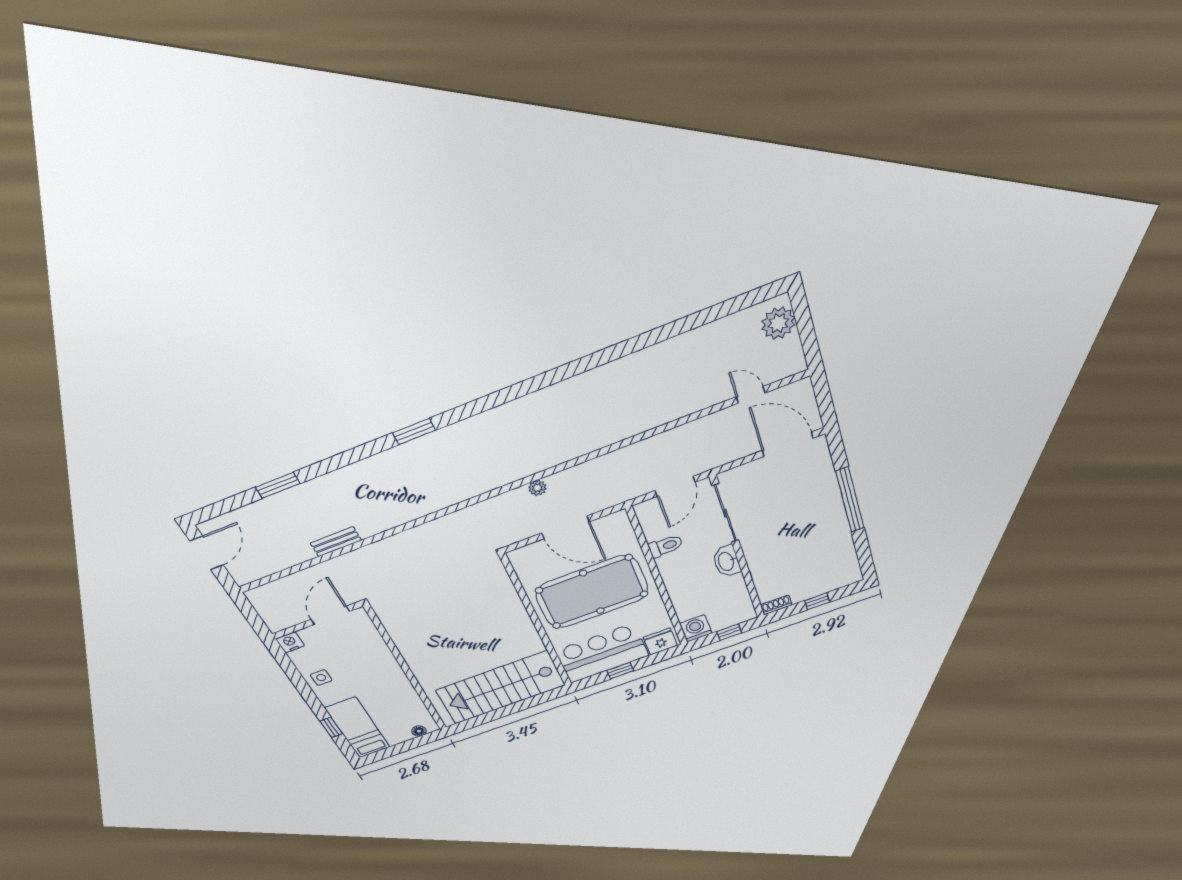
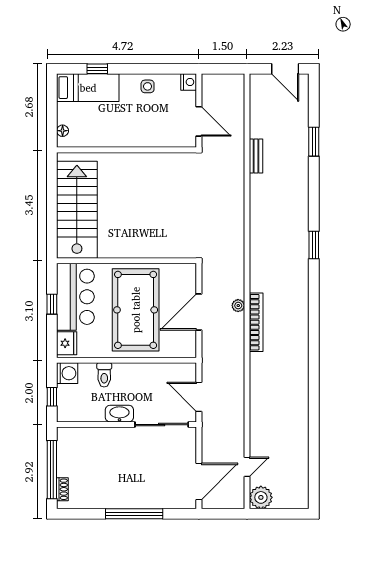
plant: (778, 323) -> (261, 497), moved
bookcase: (550, 459) -> (256, 322), added
toilet: (666, 546) -> (104, 375), moved
window: (817, 601) -> (52, 470), width x3.17
shoe rack: (776, 605) -> (62, 489), moved

